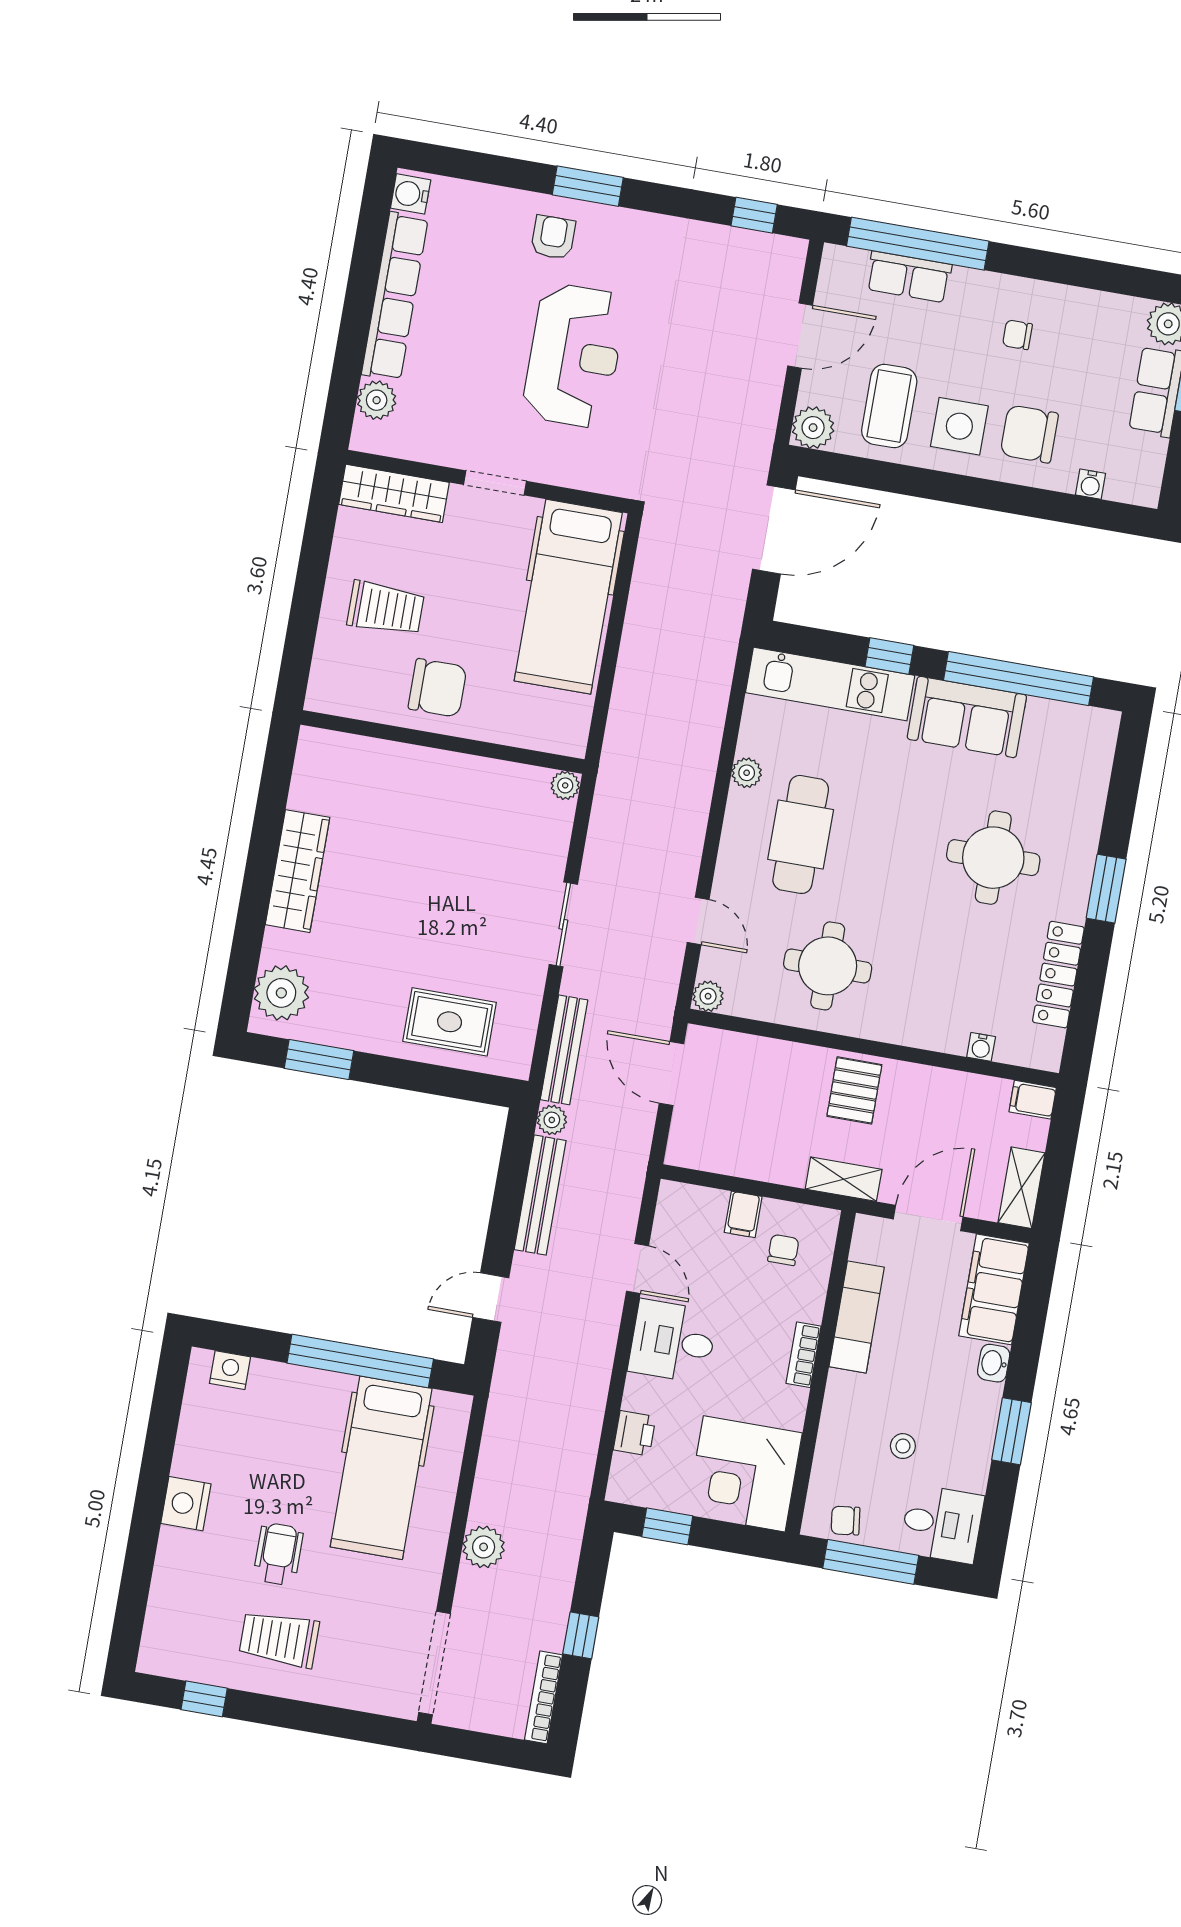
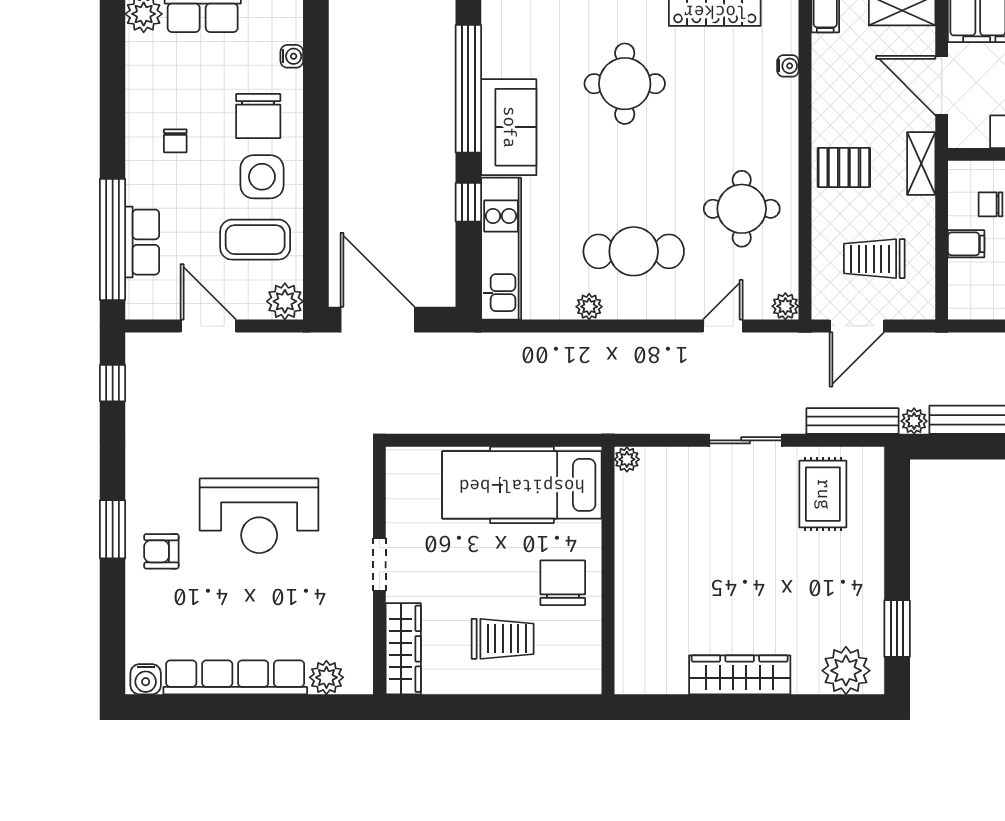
reception desk: (574, 356) -> (259, 516), turned 180
hospital bed: (568, 597) -> (522, 485), moved, turned 180
trolley: (386, 608) -> (503, 639), turned 90
rug: (450, 1022) -> (823, 494), moved
trolley: (745, 1107) -> (874, 259), added

